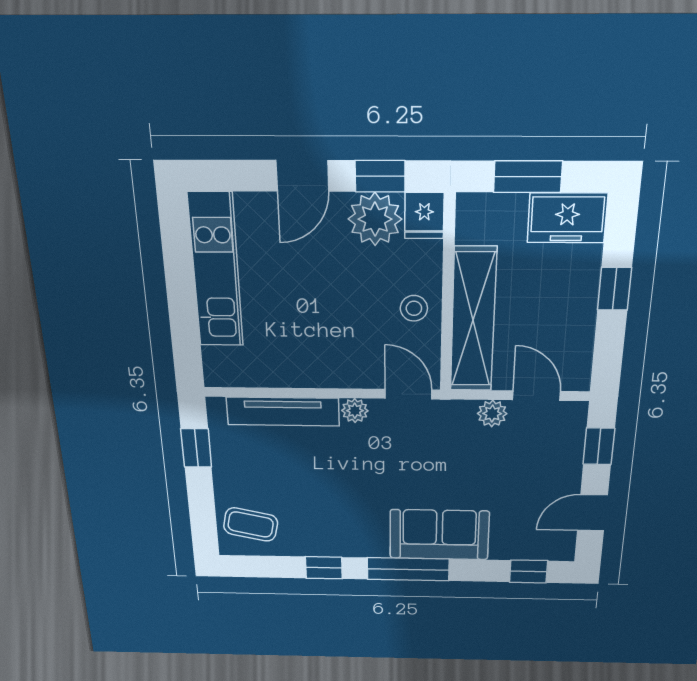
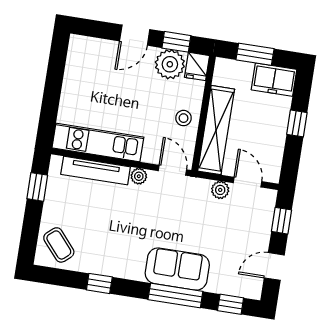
kitchen unit: (216, 271) -> (98, 143), moved, turned -90
coffee table: (251, 524) -> (59, 245), turned 37
window: (408, 569) -> (175, 296), moved

